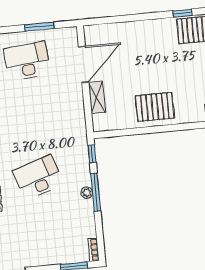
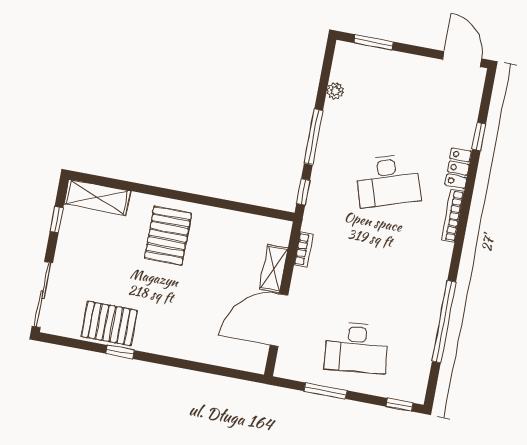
pallet: (155, 107) -> (168, 236), moved, turned 90
plant: (87, 193) -> (335, 91), moved
bookcase: (94, 250) -> (303, 249), moved

